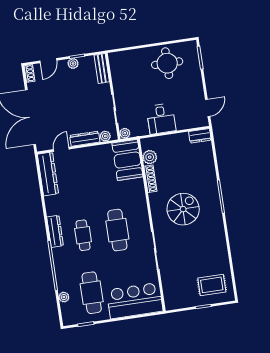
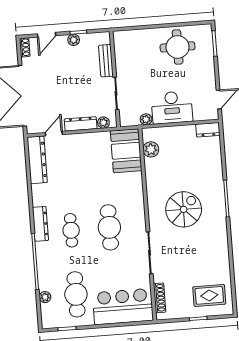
bench: (102, 68) -> (106, 61), moved
desk: (161, 119) -> (172, 107), width x1.37
plant: (125, 133) -> (146, 119), moved
shoe rack: (150, 179) -> (160, 298), moved

